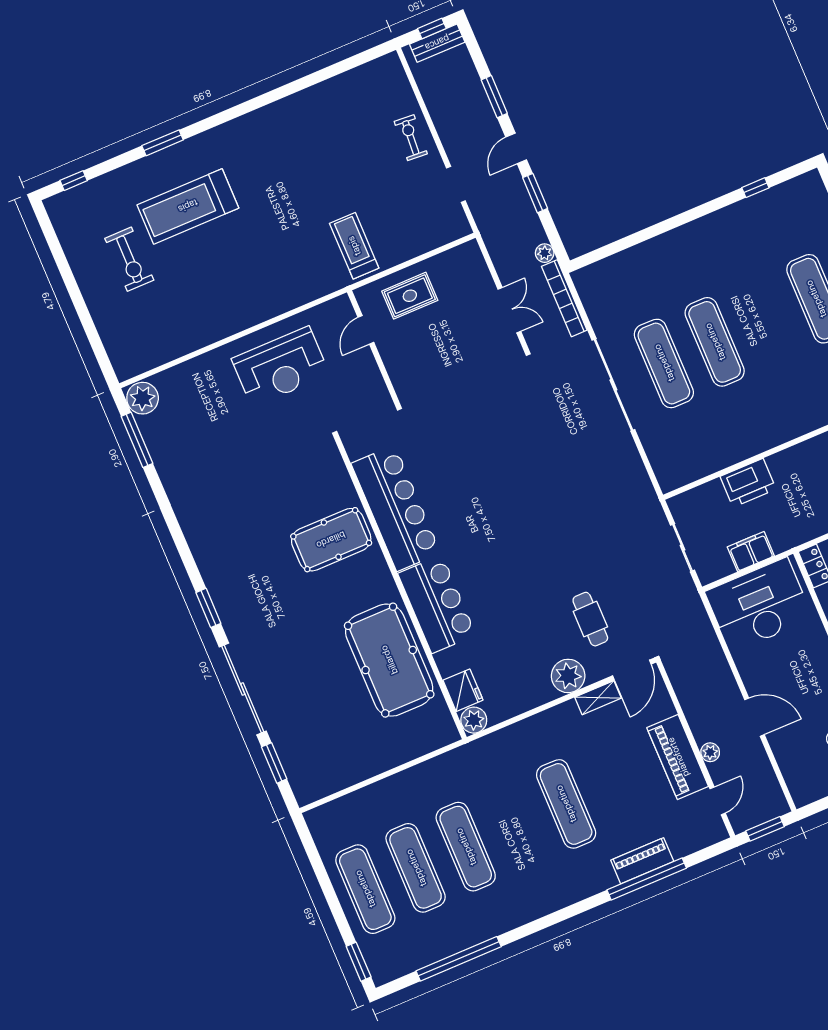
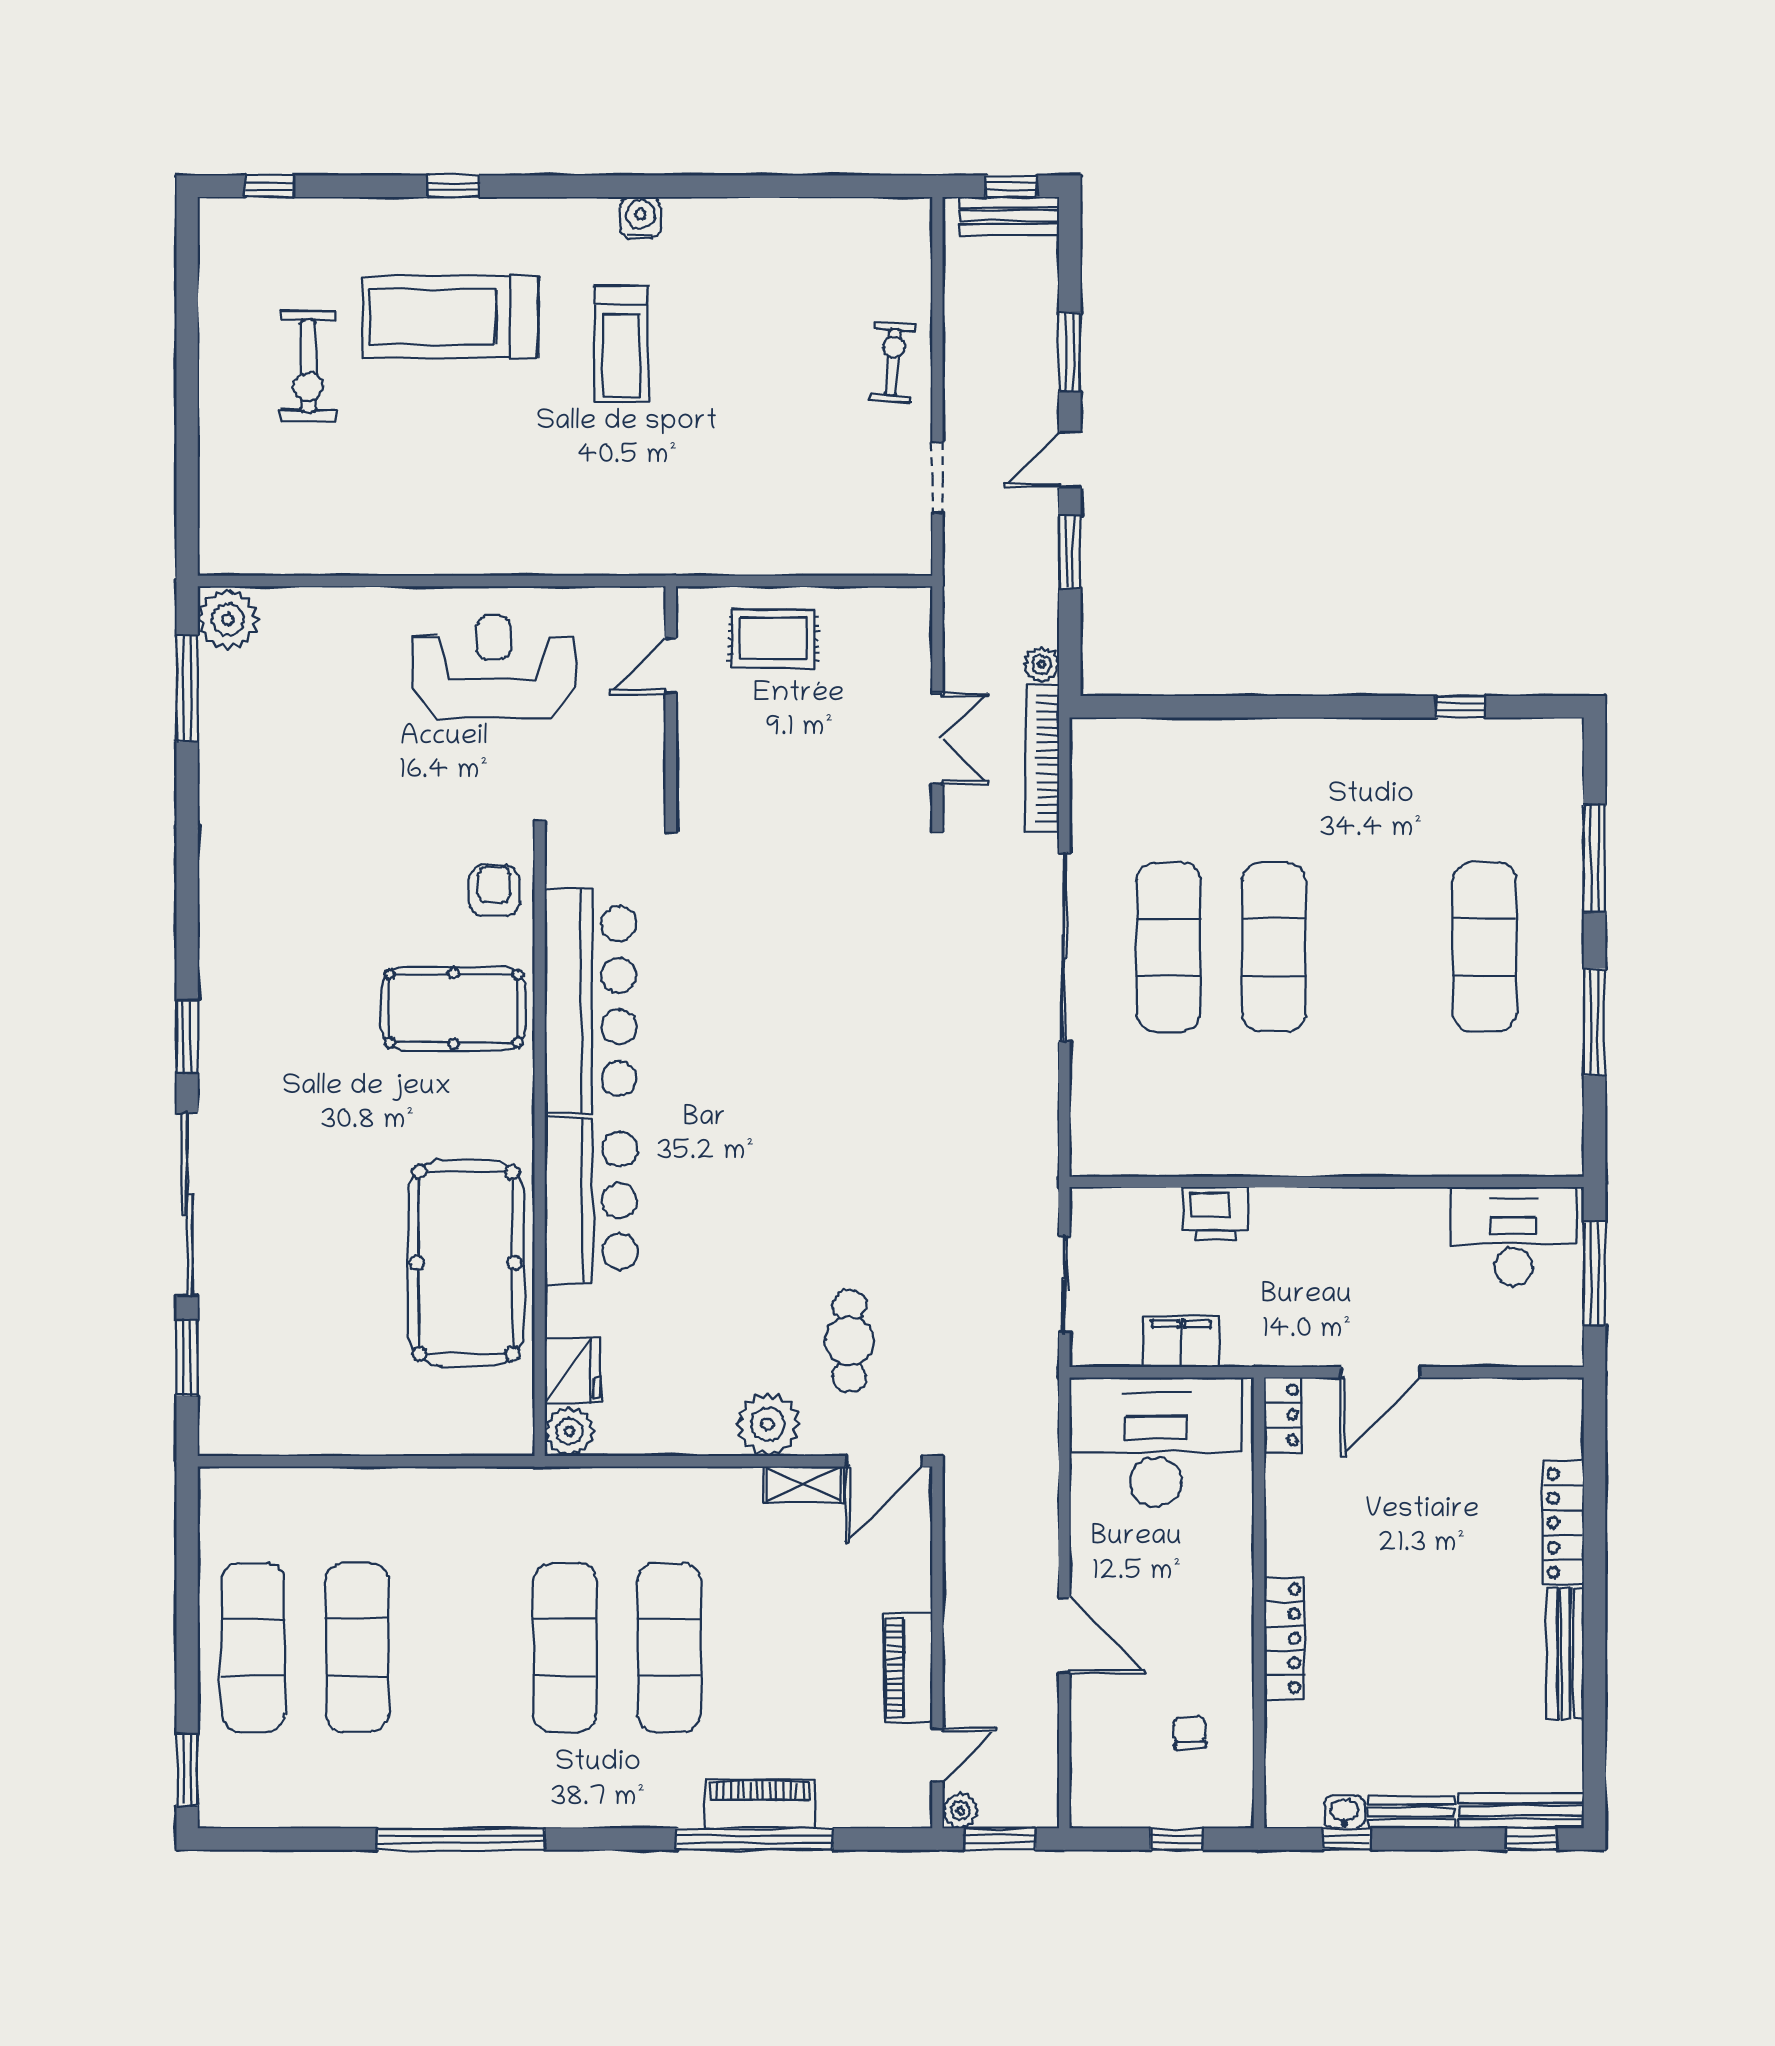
water cooler: (259, 120) -> (641, 218), added
window: (163, 143) -> (453, 186), width x0.67
treadmill: (354, 246) -> (621, 344), moved, turned 180
reception desk: (280, 367) -> (493, 667), turned 180
armchair: (327, 474) -> (494, 891), added
printer: (748, 483) -> (1216, 1214), width x0.73, depth x0.84
plant: (710, 752) -> (960, 1811), moved
piano: (678, 757) -> (908, 1668), width x0.73, depth x0.75
exercise mat: (466, 847) -> (565, 1647), moved
window: (459, 959) -> (461, 1839), moved

